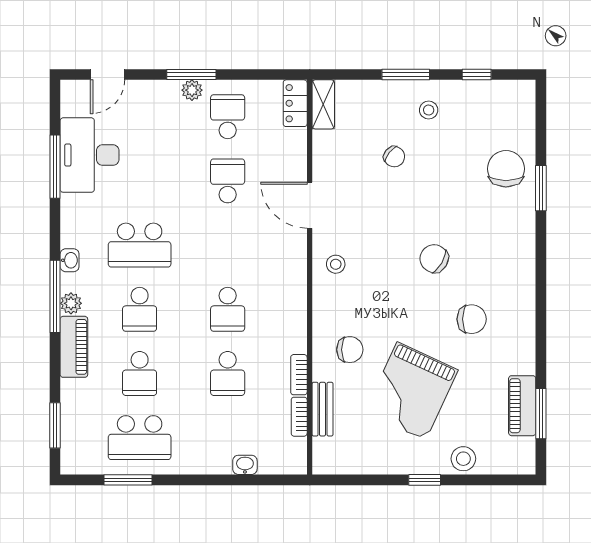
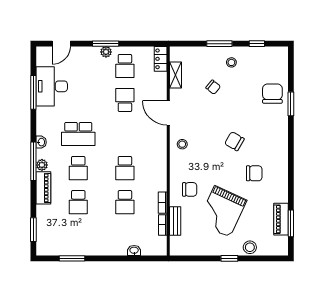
shelving: (323, 104) -> (176, 75), moved
school desk: (228, 117) -> (125, 66), turned 180
school desk: (140, 438) -> (78, 236), removed

